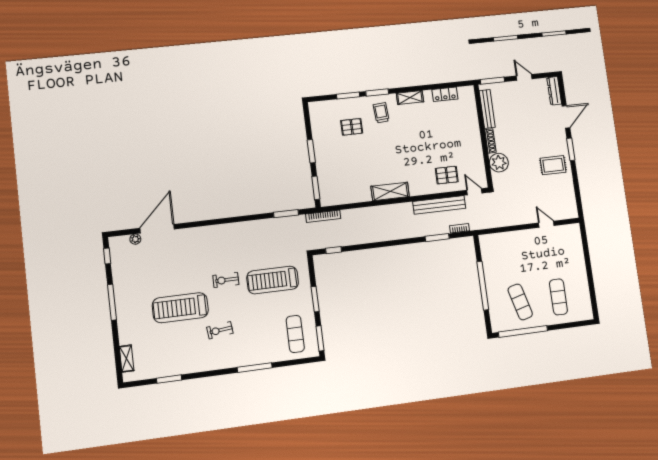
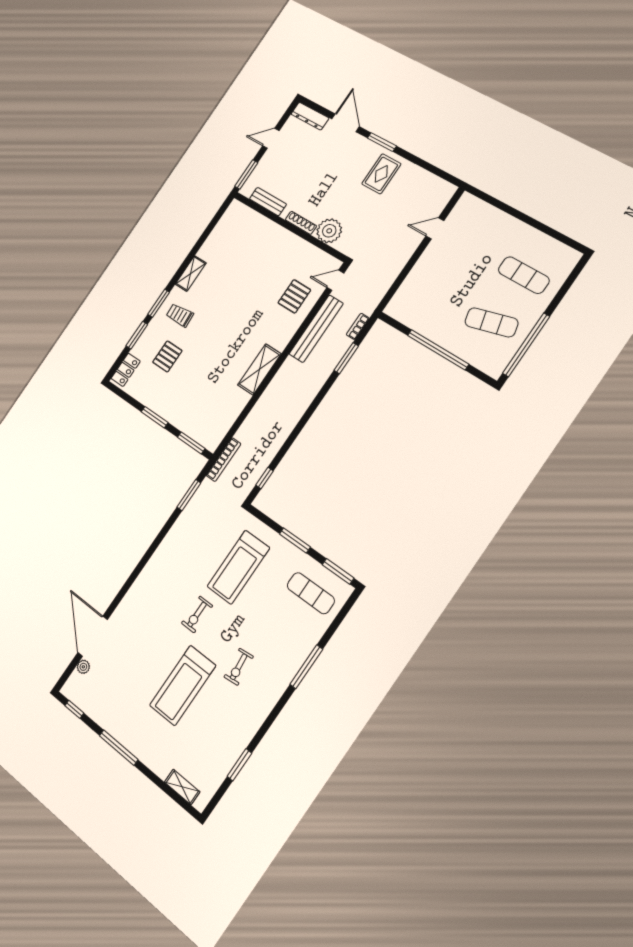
locker: (445, 94) -> (126, 370), moved
bench: (487, 109) -> (268, 202), width x0.73

